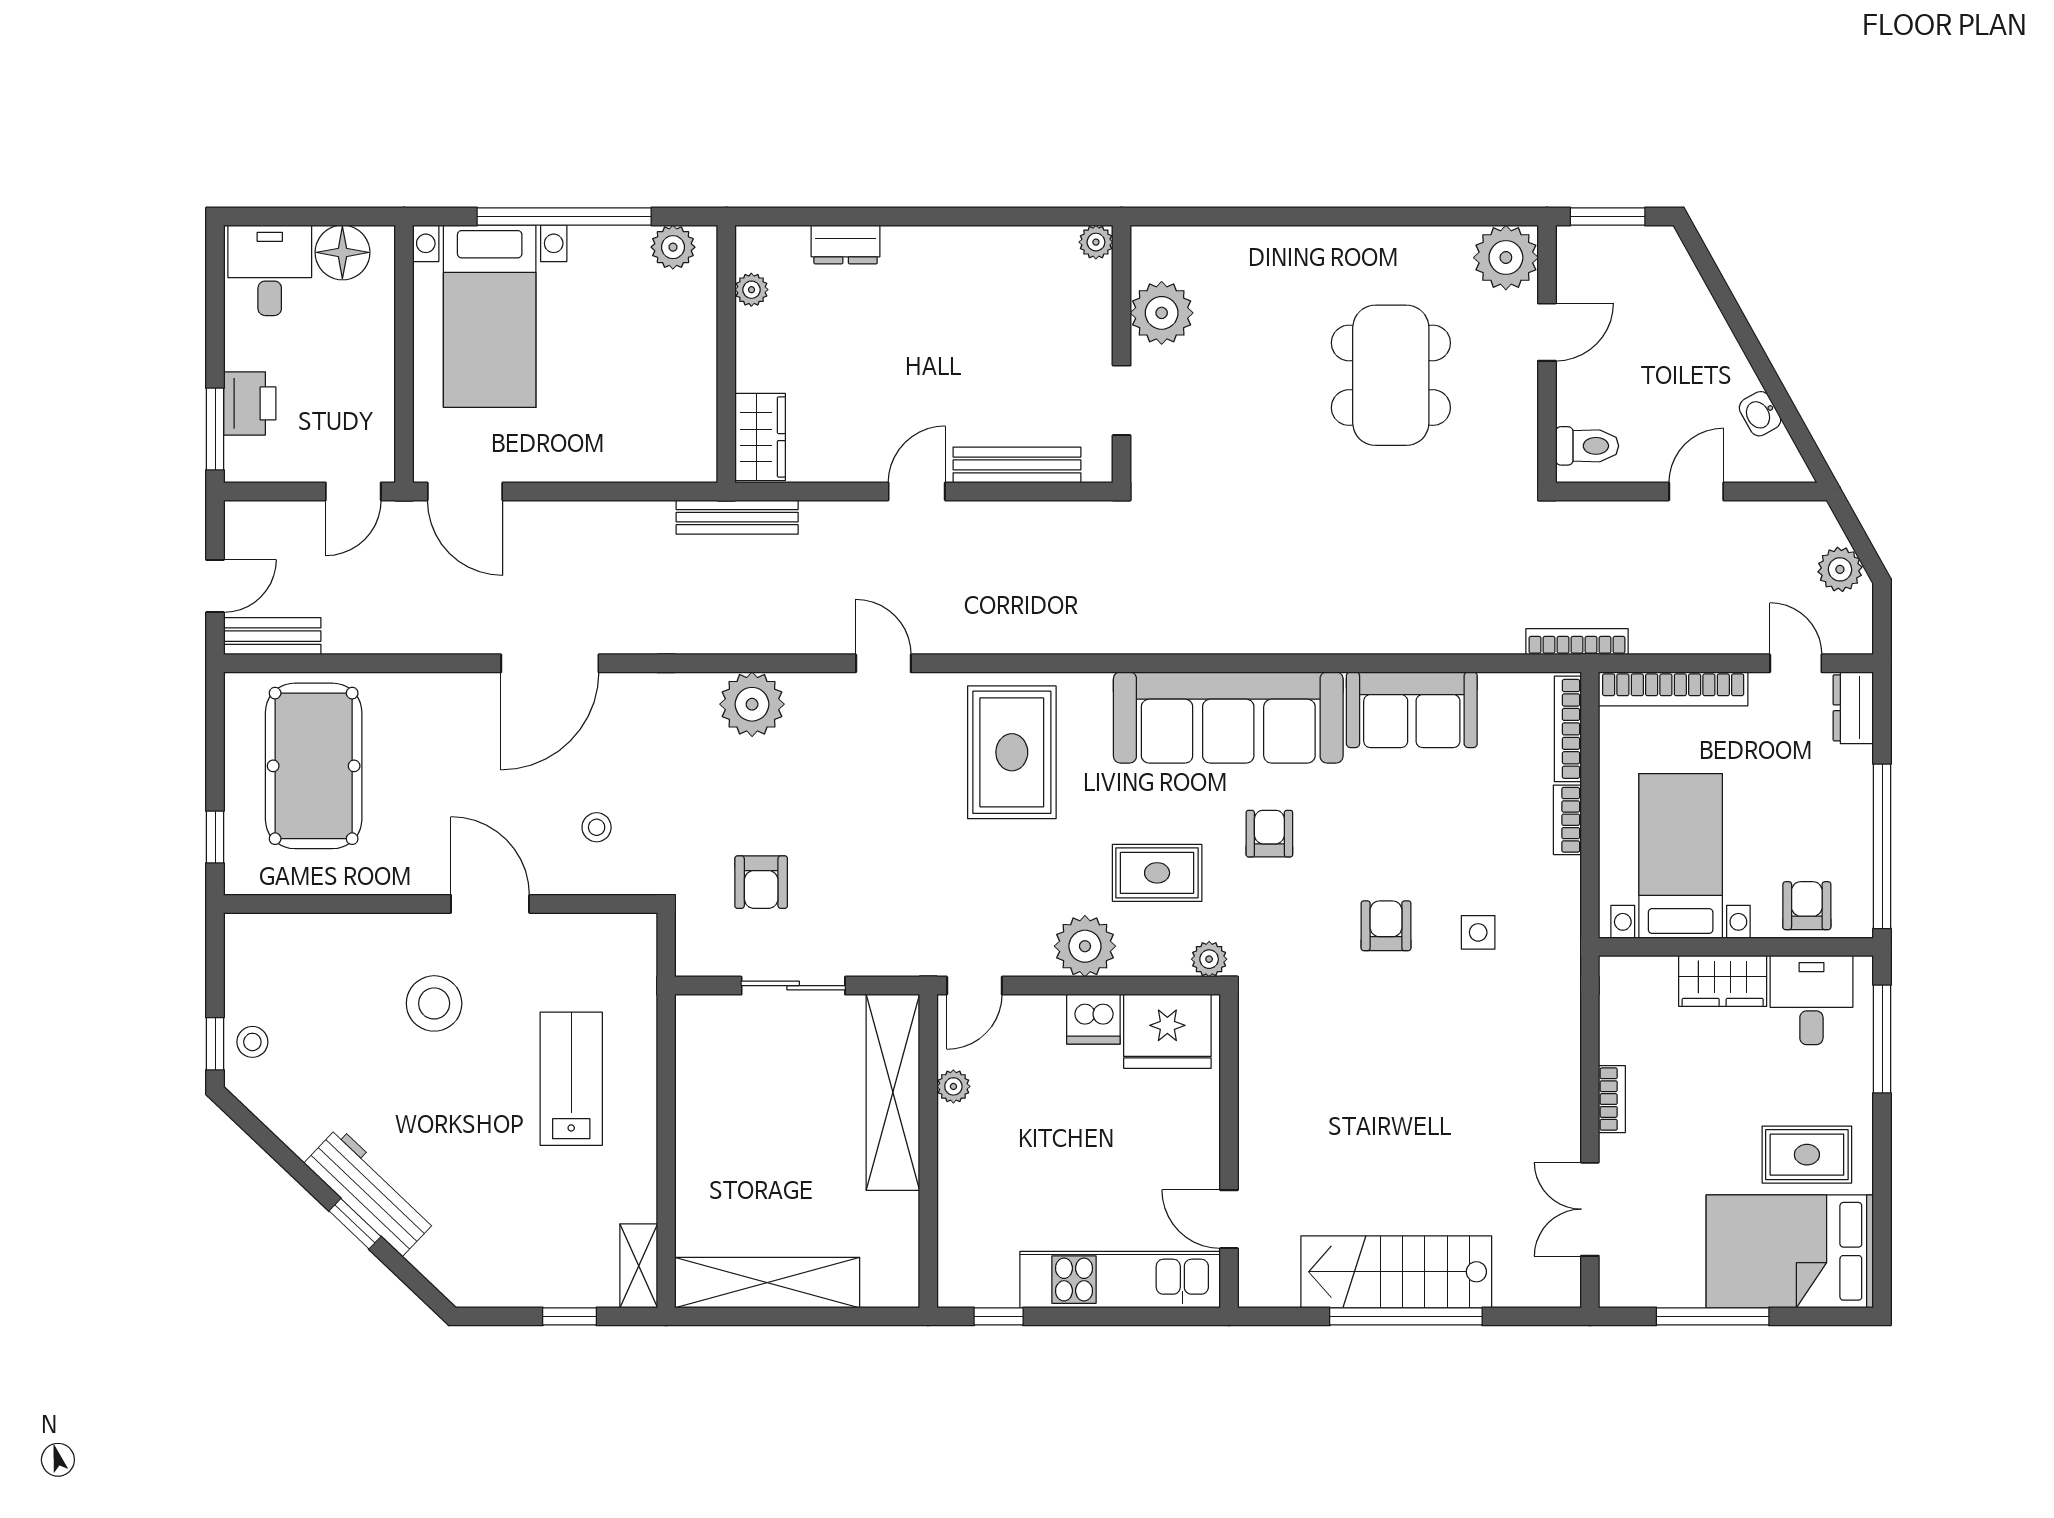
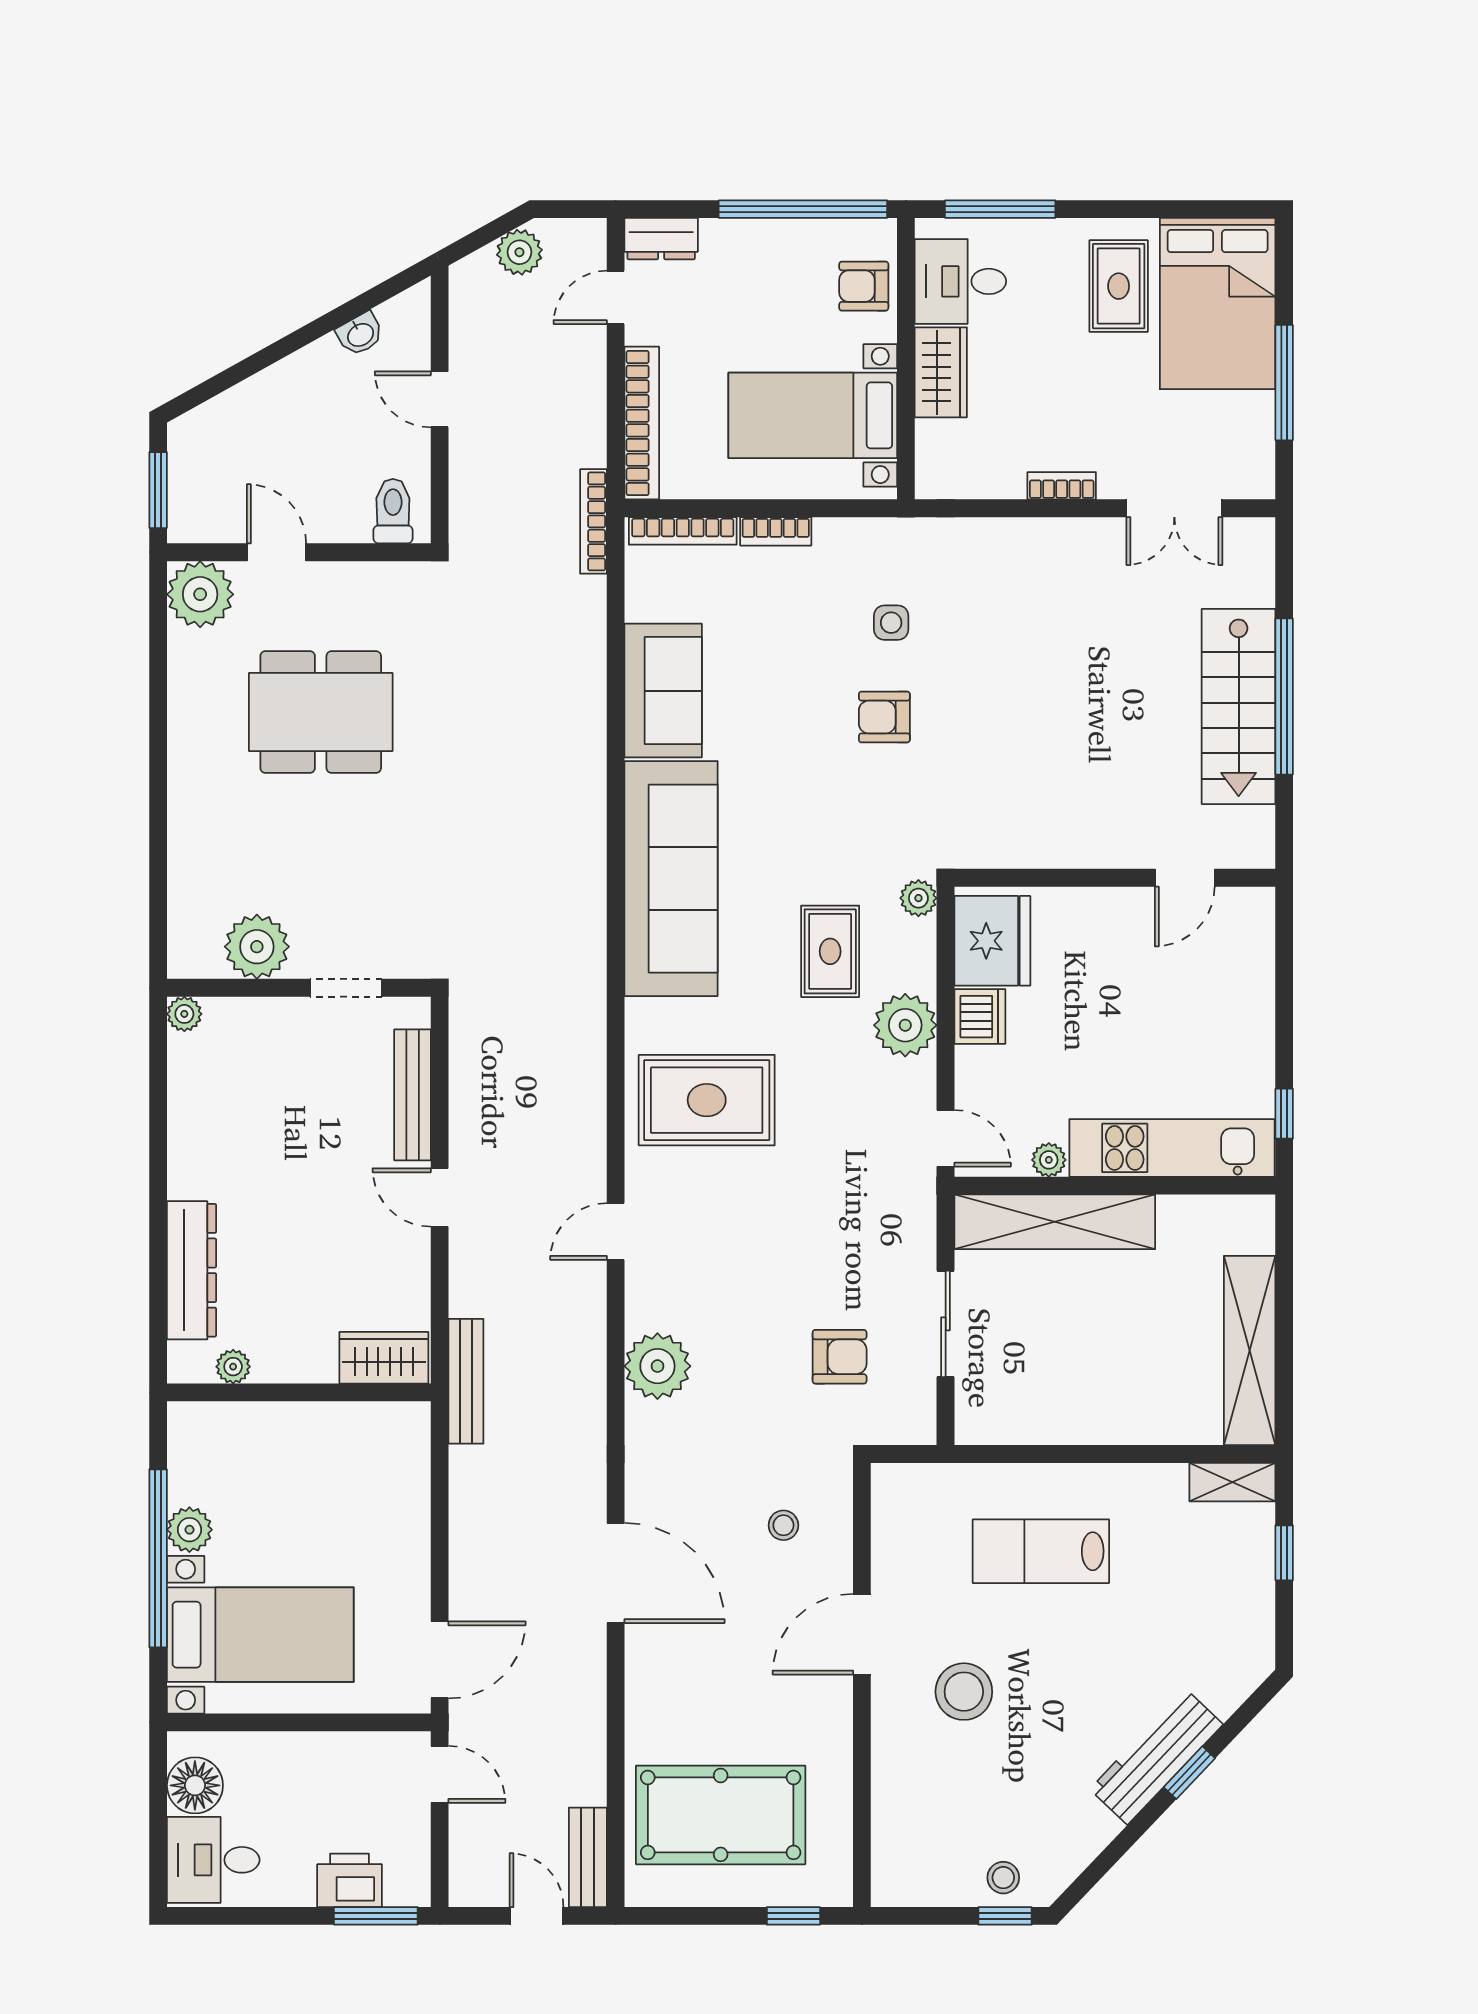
dresser: (846, 244) -> (192, 1270), width x1.96, depth x1.24
plant: (673, 247) -> (189, 1530), moved
armchair: (1269, 834) -> (790, 836), removed
kitchen unit: (1120, 1280) -> (1172, 1148), moved, turned 90

